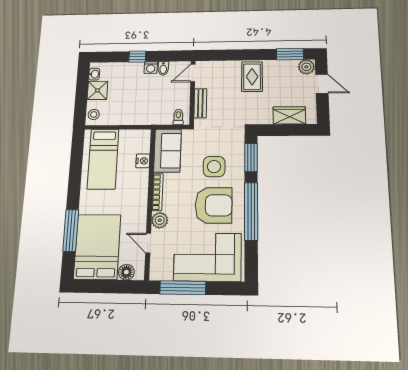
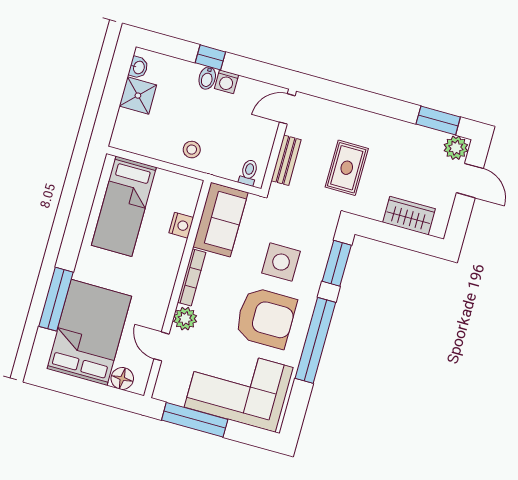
bidet: (163, 68) -> (207, 78), moved
rug: (252, 77) -> (347, 168), moved
stool: (94, 114) -> (192, 150), moved

